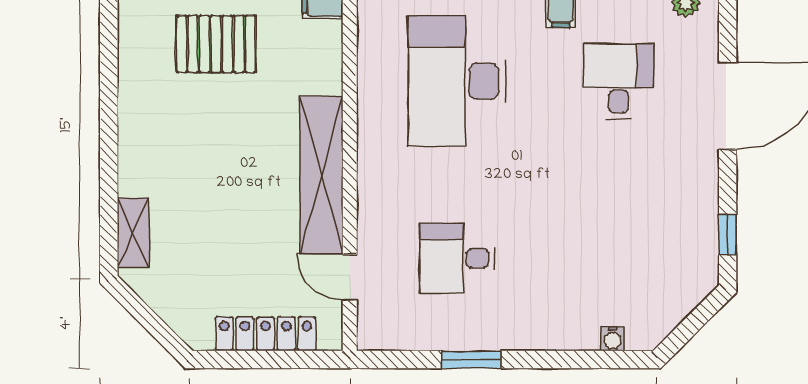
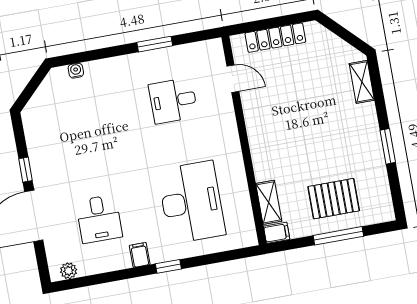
window: (109, 116) -> (388, 146), added
shelving: (321, 175) -> (269, 202), moved, width x0.45, depth x0.75
window: (728, 235) -> (25, 170), moved
desk: (457, 258) -> (173, 101), turned 180

